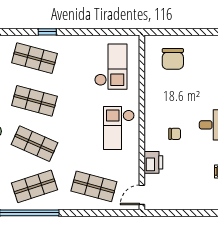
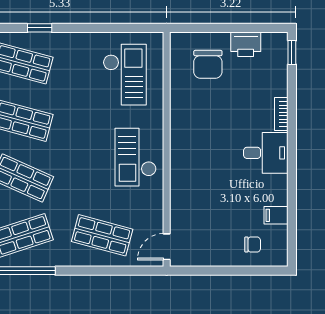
chair: (175, 134) -> (253, 245), moved
printer: (153, 162) -> (246, 44), moved, turned 90

